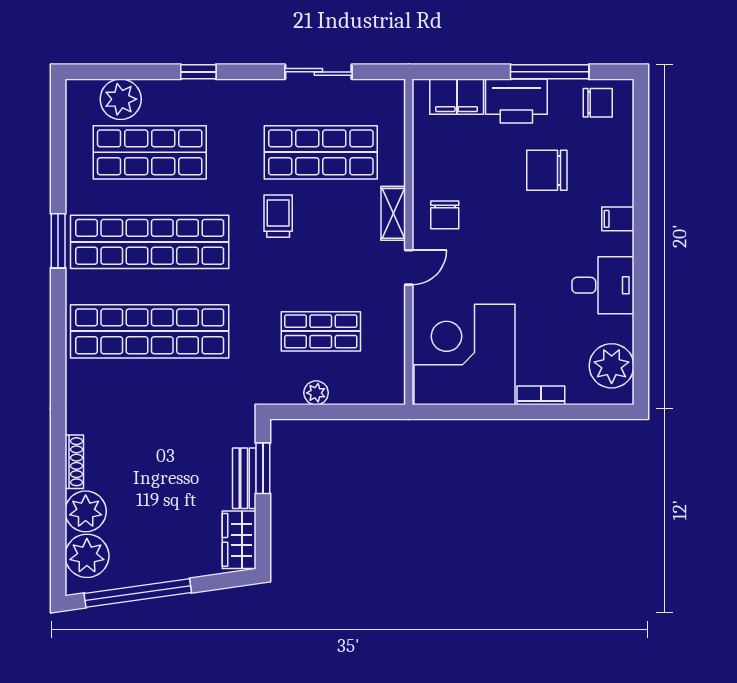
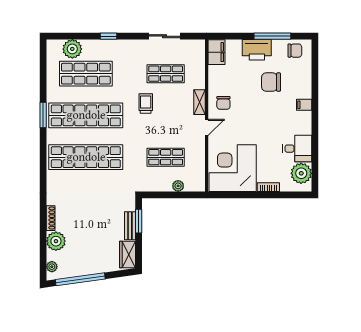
filing cabinet: (457, 97) -> (217, 52), moved, turned -90
shop shelf: (321, 152) -> (166, 74), width x0.70, depth x0.74
desk: (603, 285) -> (297, 149), moved
plant: (316, 393) -> (178, 186), moved
plant: (87, 556) -> (52, 267), width x0.53, depth x0.53

